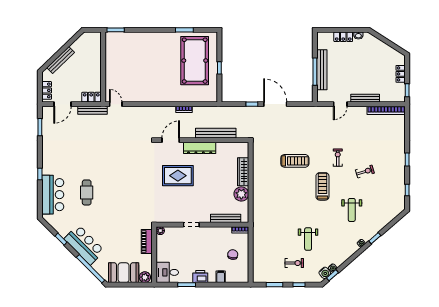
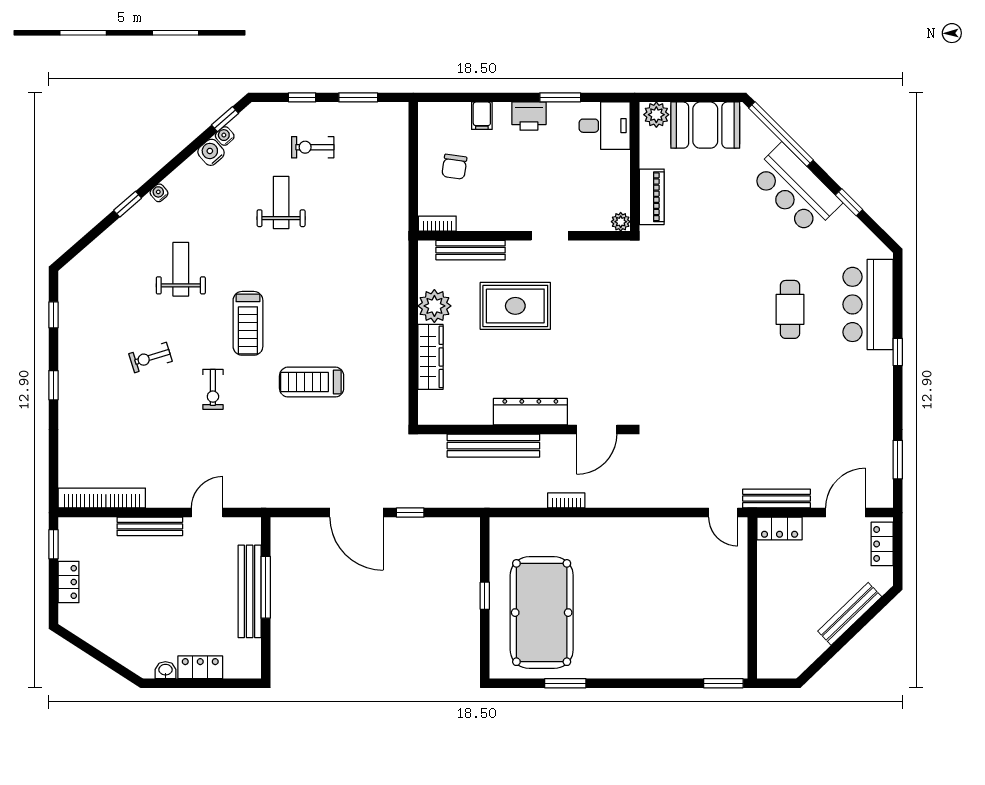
rug: (178, 176) -> (515, 306), moved
water cooler: (325, 273) -> (211, 152), moved

